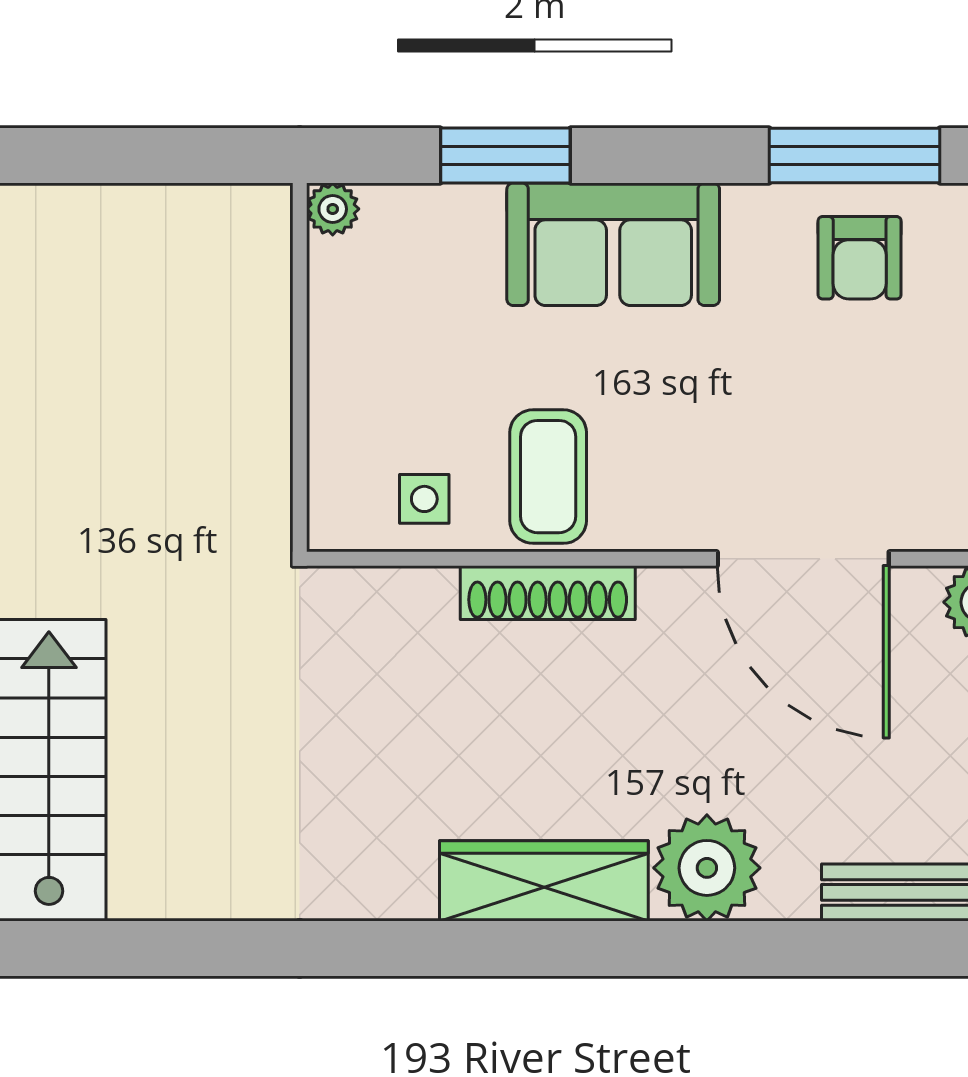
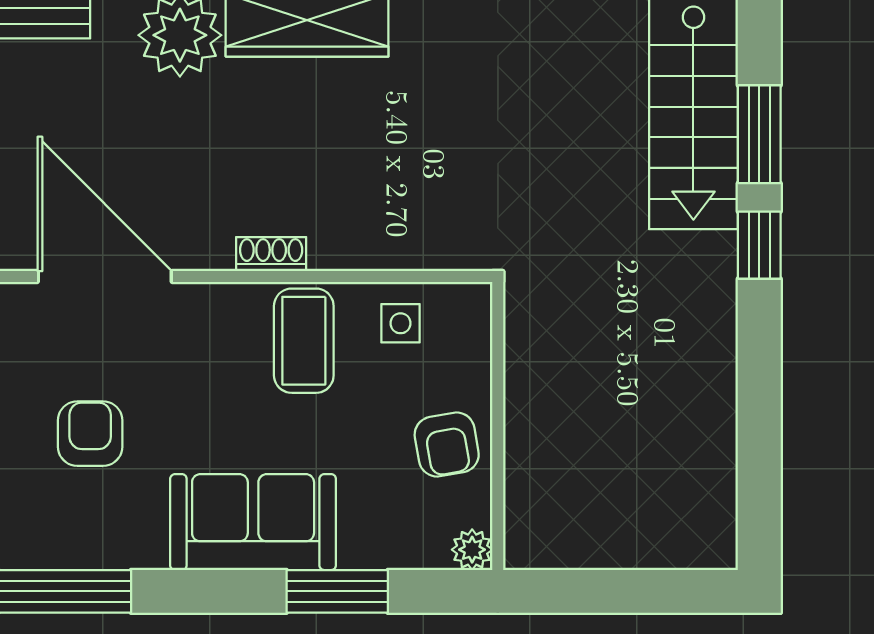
armchair: (860, 258) -> (90, 434), moved
armchair: (365, 344) -> (447, 444), added
shoe rack: (548, 593) -> (271, 254), width x0.51, depth x0.81

